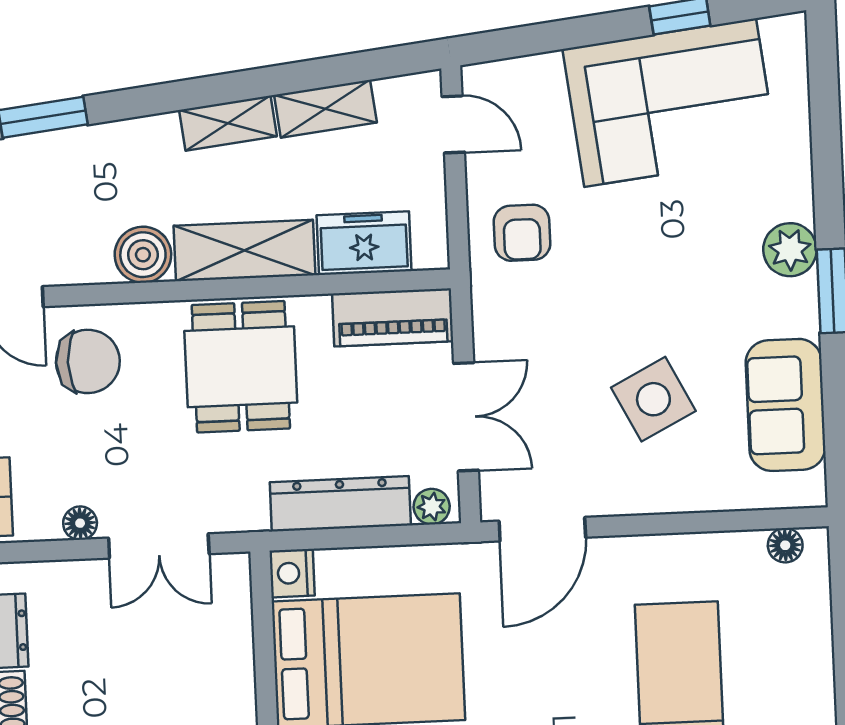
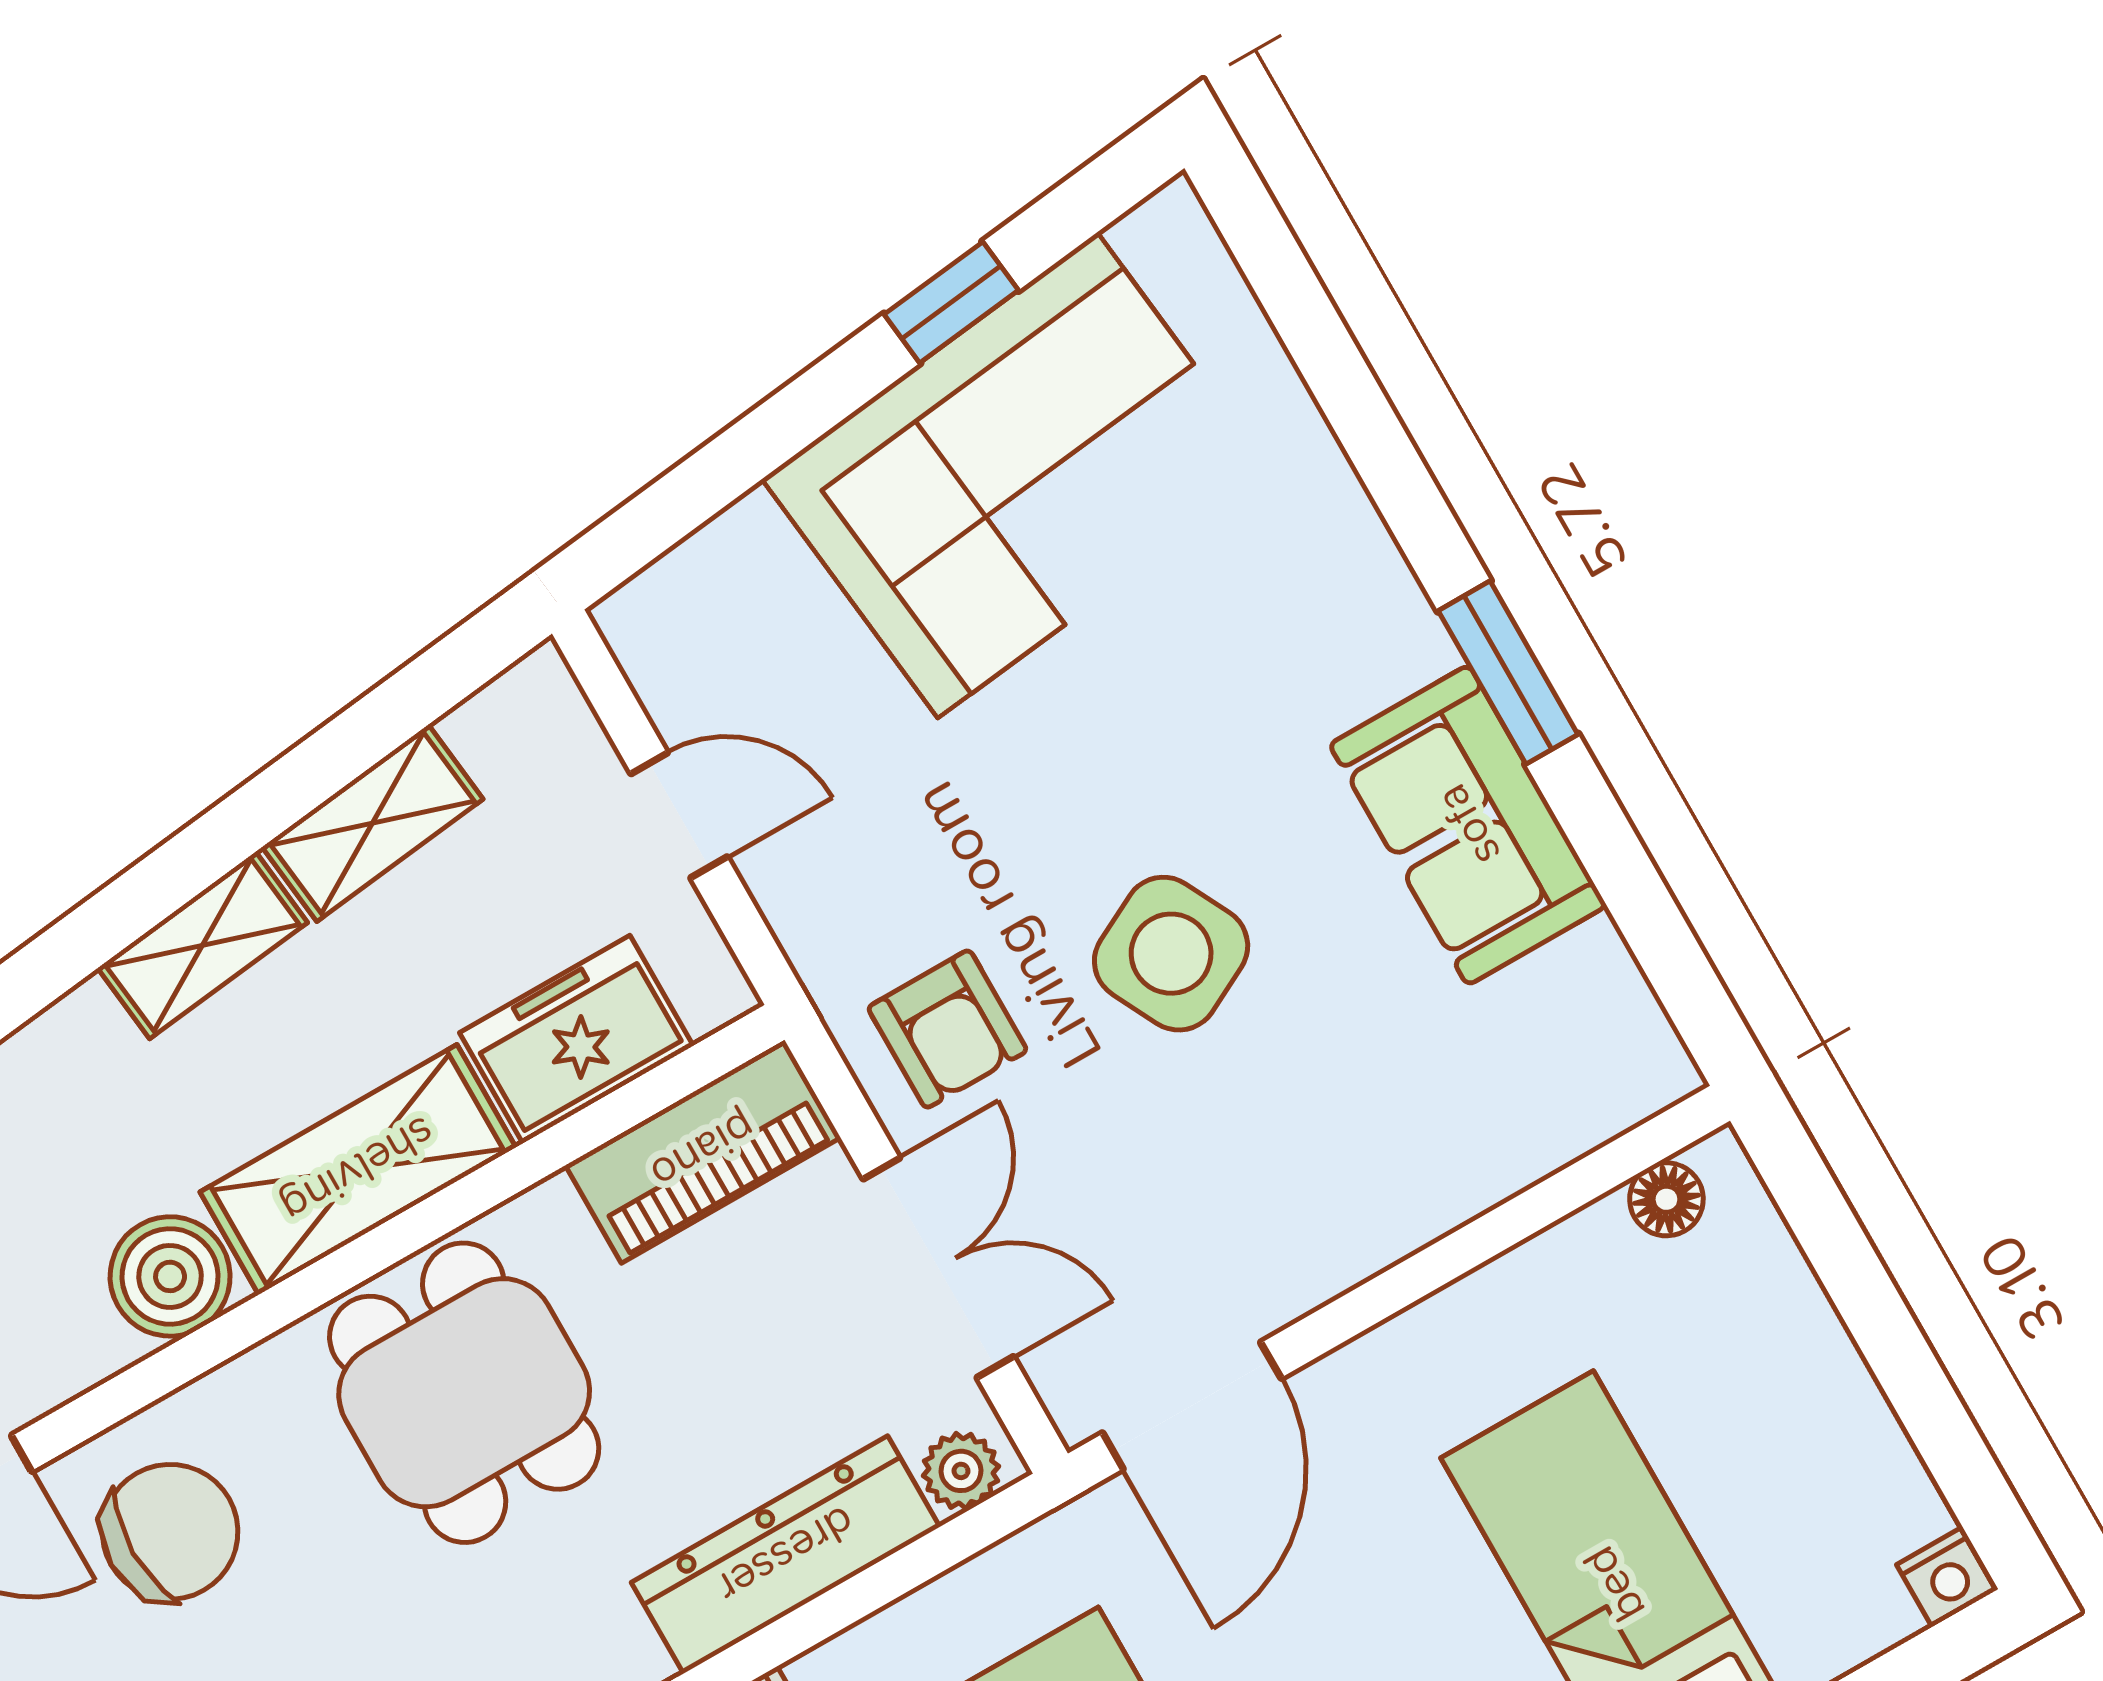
door: (453, 124) -> (679, 815), moved
armchair: (522, 233) -> (947, 1029), moved
plant: (790, 250) -> (1387, 636), removed
side table: (653, 399) -> (1171, 954), moved
sofa: (786, 405) -> (1468, 825), moved

